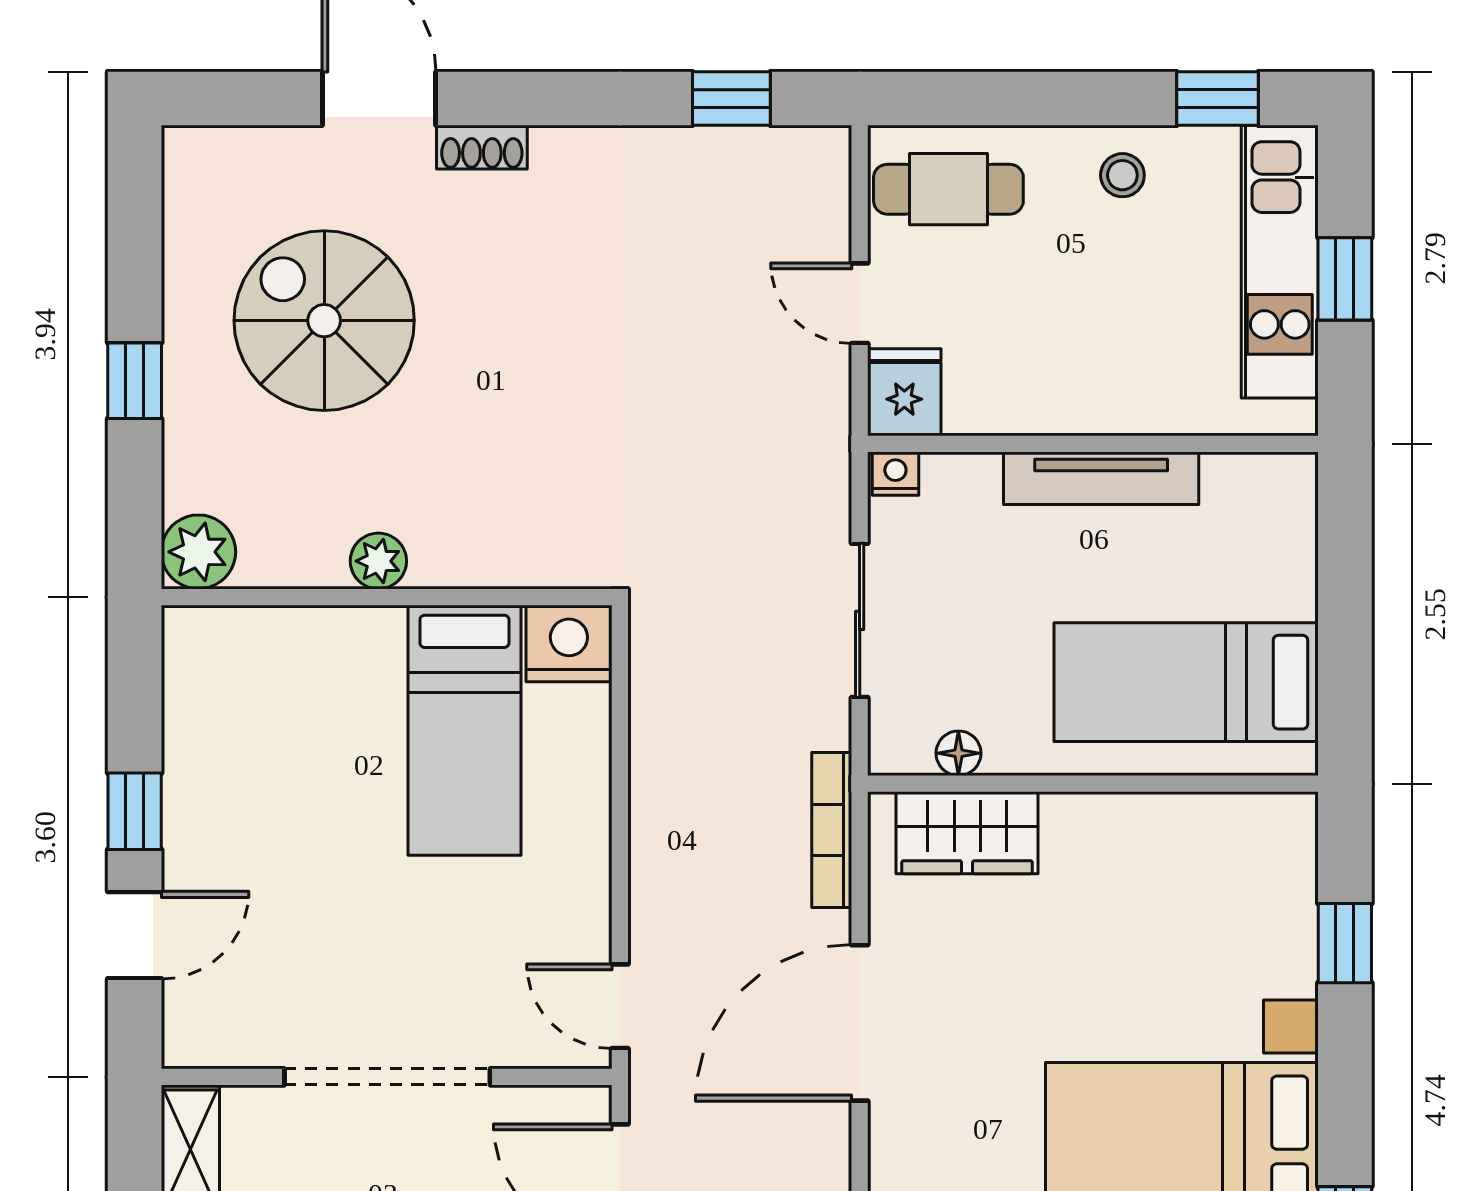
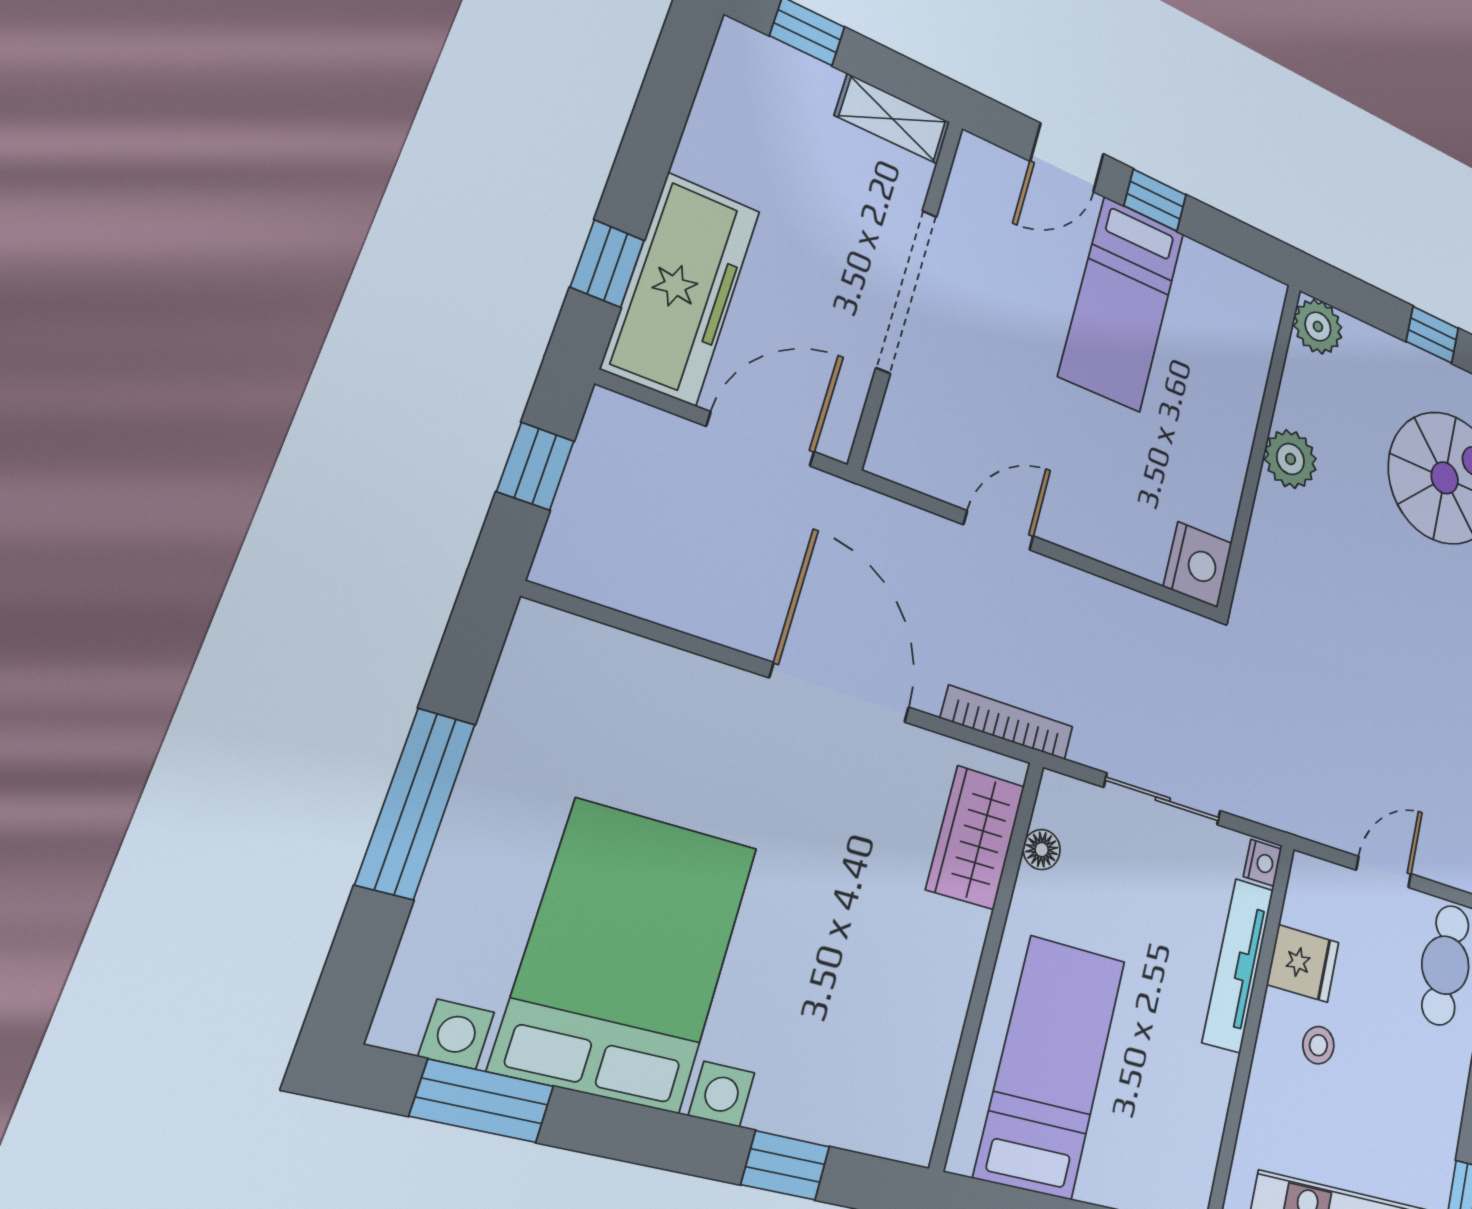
stool: (1122, 175) -> (1318, 1045), moved
fridge: (904, 392) -> (1303, 963), moved
tv unit: (1101, 478) -> (1238, 965), moved
plant: (378, 561) -> (1290, 459), width x1.38, depth x1.38
bed: (464, 730) -> (1122, 303), moved, turned -90
door: (135, 935) -> (1067, 157), hinge flipped
door: (620, 1006) -> (999, 530), moved

